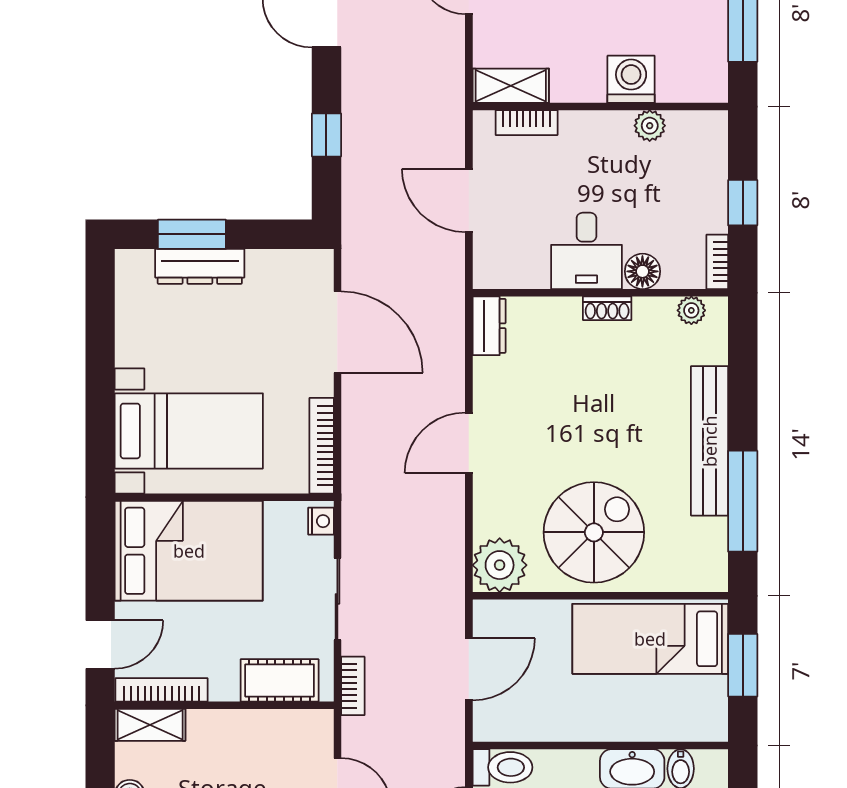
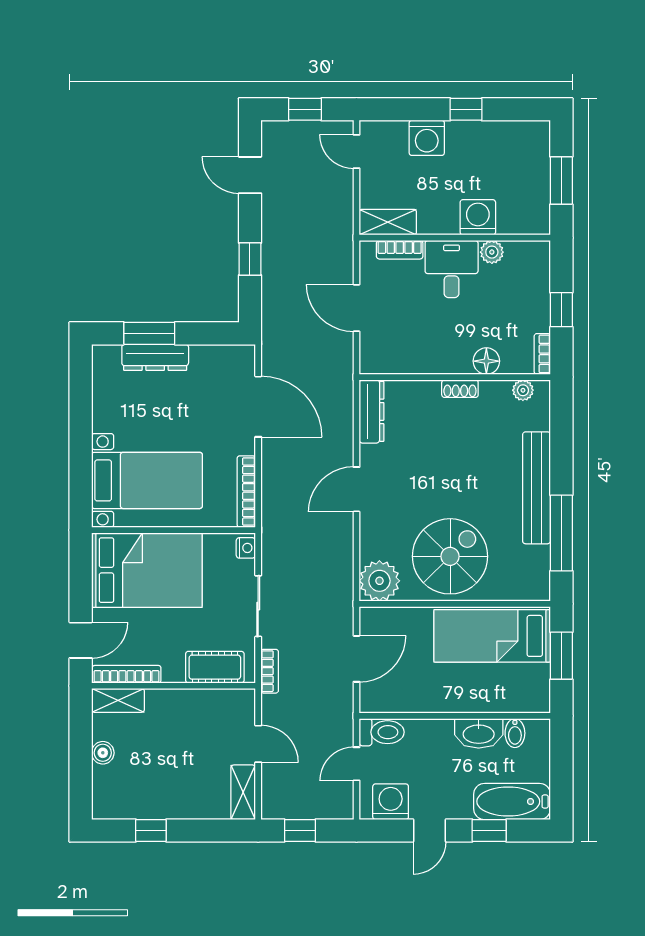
desk: (586, 251) -> (452, 269), moved, turned 180
dresser: (489, 326) -> (372, 411), width x1.44

